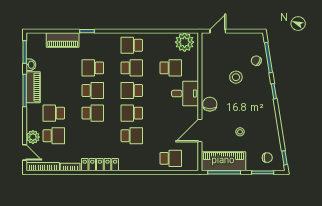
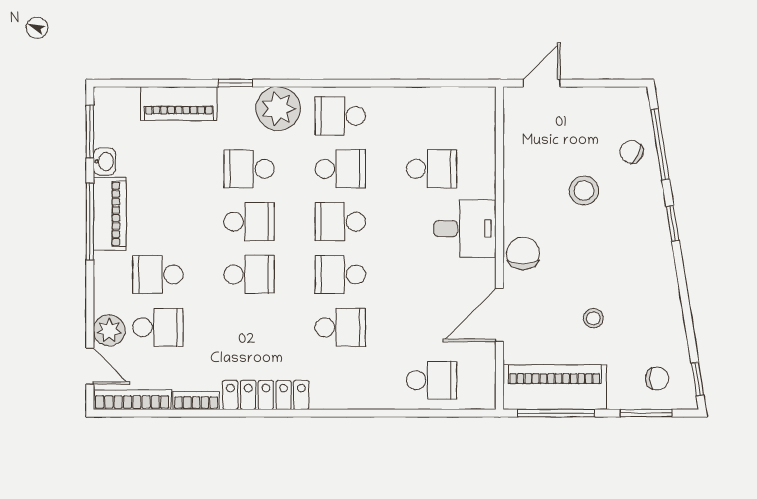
plant: (185, 42) -> (278, 109), moved

